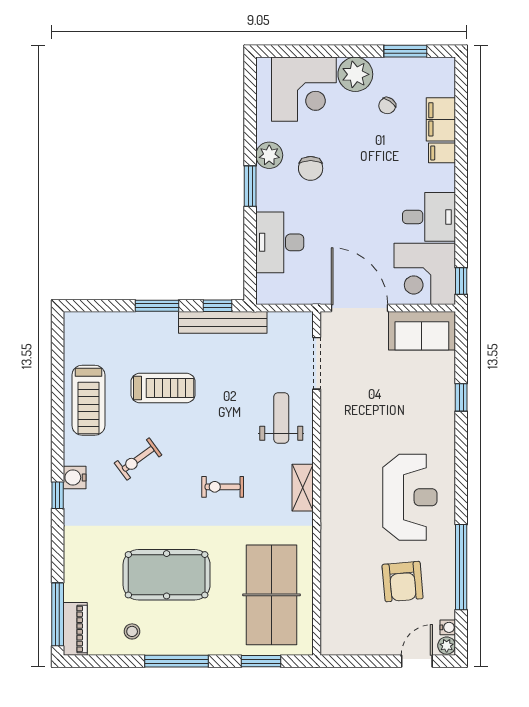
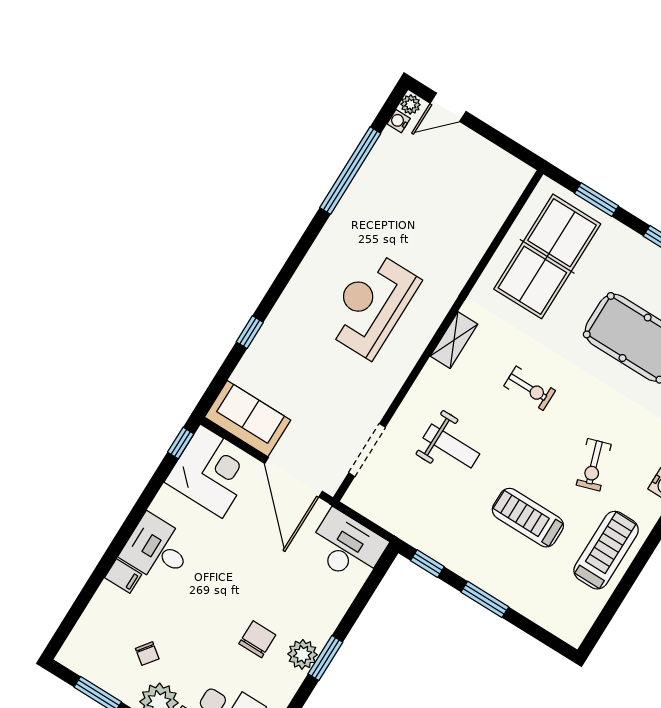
chair: (387, 106) -> (147, 654), turned 92
filing cabinet: (441, 119) -> (104, 609), removed
plant: (269, 155) -> (302, 654), moved
desk: (429, 217) -> (157, 549), moved
desk: (280, 242) -> (347, 547), moved, turned -90
bench: (223, 322) -> (432, 545), removed
weight bench: (281, 418) -> (451, 446), moved, turned -90
exercise bike: (138, 459) -> (594, 465), turned 108
reception desk: (410, 497) -> (372, 305), moved
armchair: (403, 582) -> (415, 191), removed

